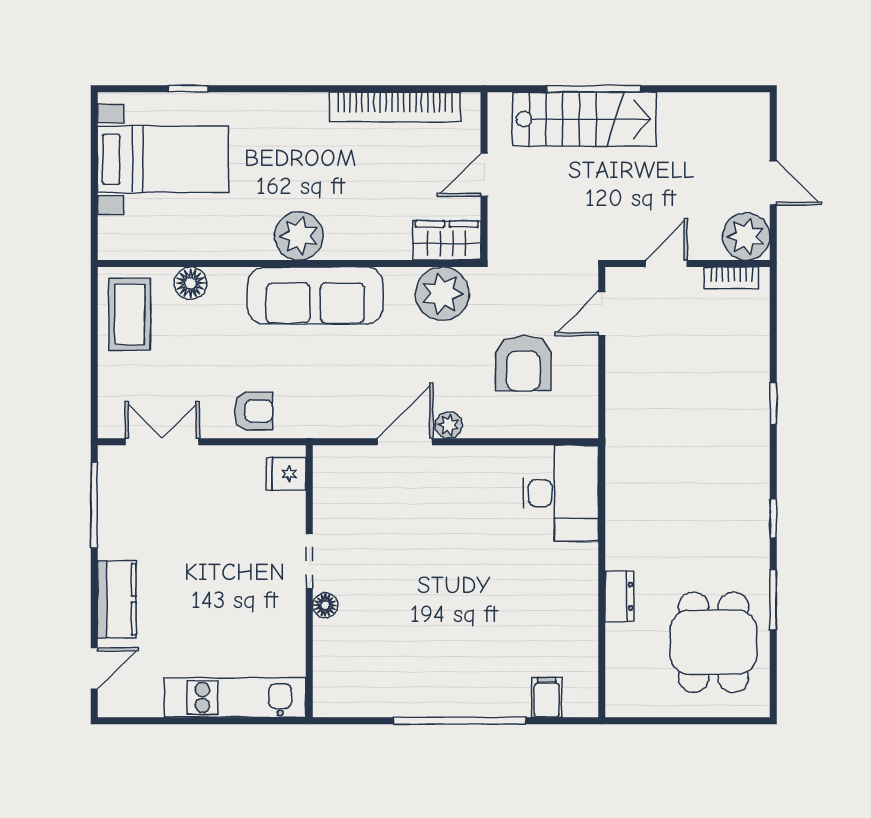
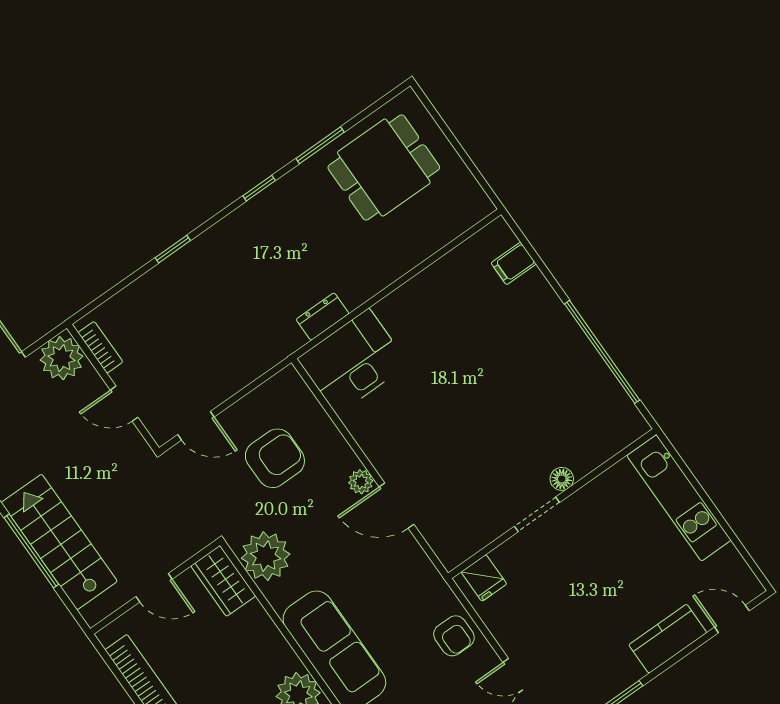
armchair: (253, 411) -> (454, 636), turned 180
dresser: (619, 596) -> (323, 317), moved
window: (460, 721) -> (602, 352), moved

